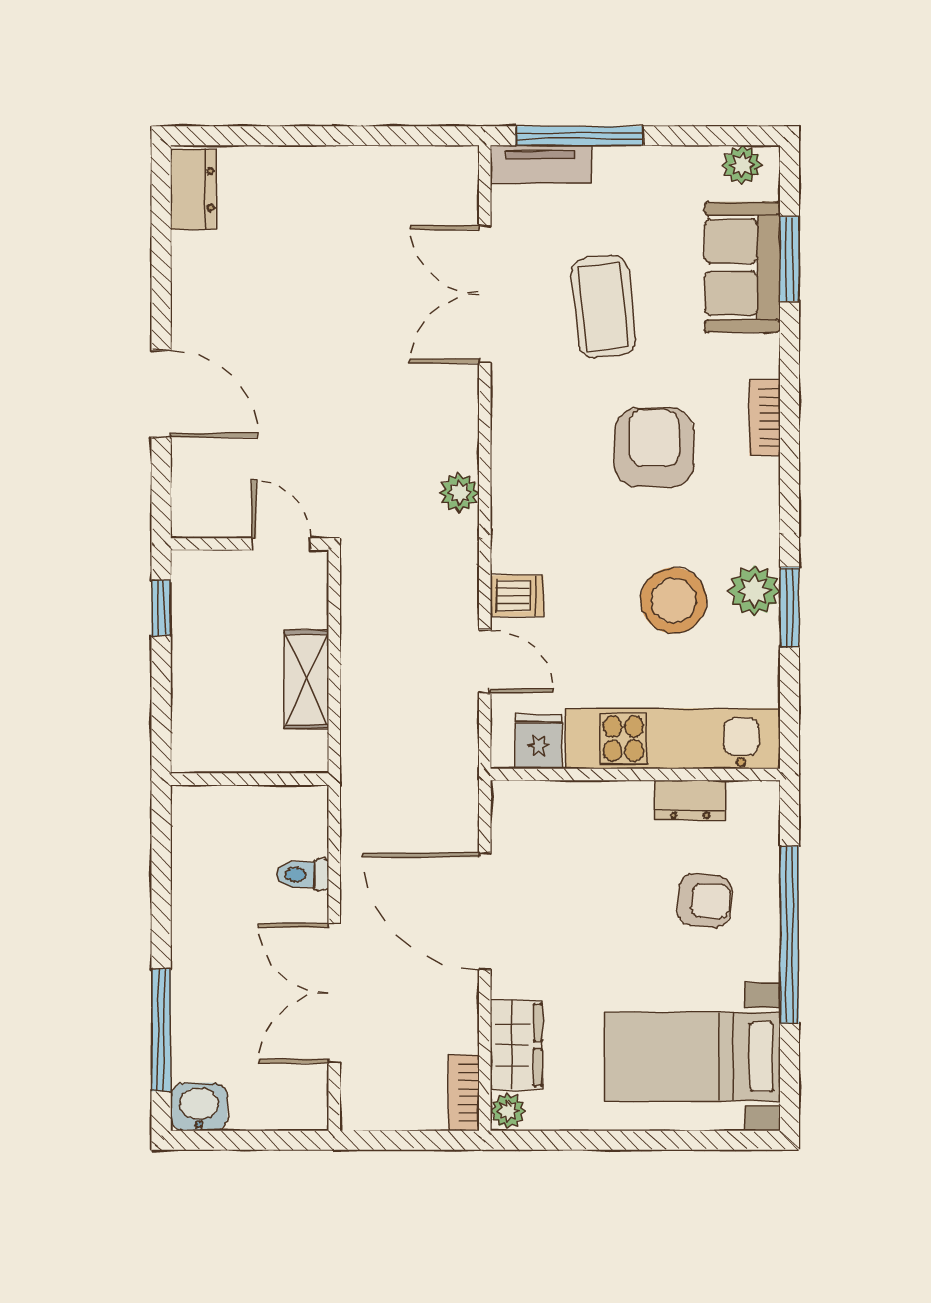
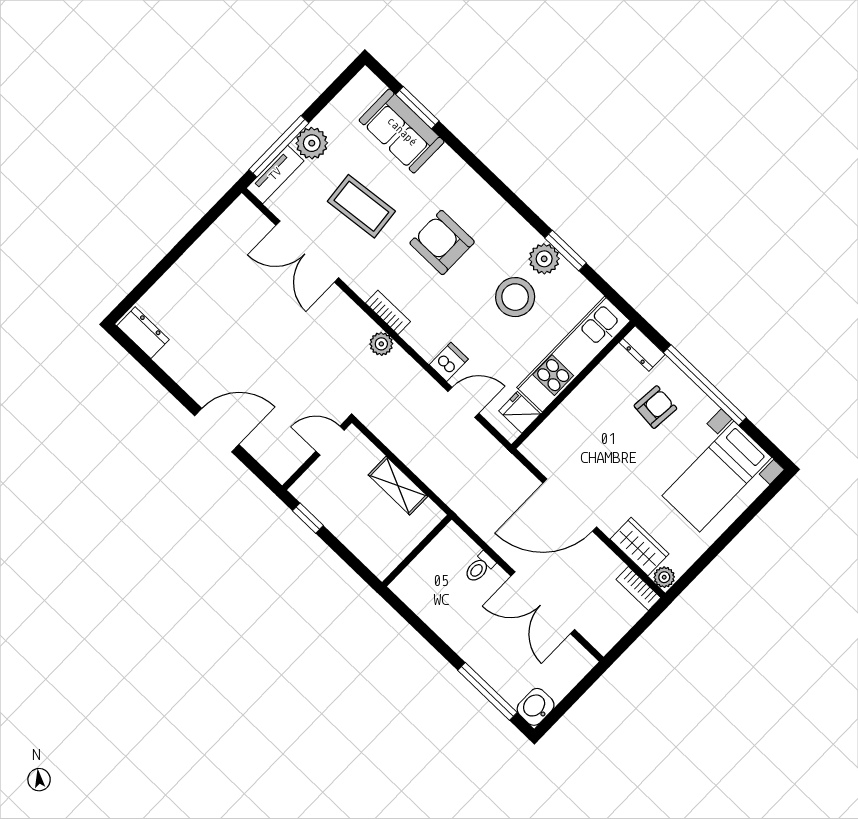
plant: (742, 165) -> (312, 143), moved, width x1.38, depth x1.38
bookcase: (765, 417) -> (388, 312), moved, turned 180
dresser: (690, 800) -> (642, 349), moved, turned 90

